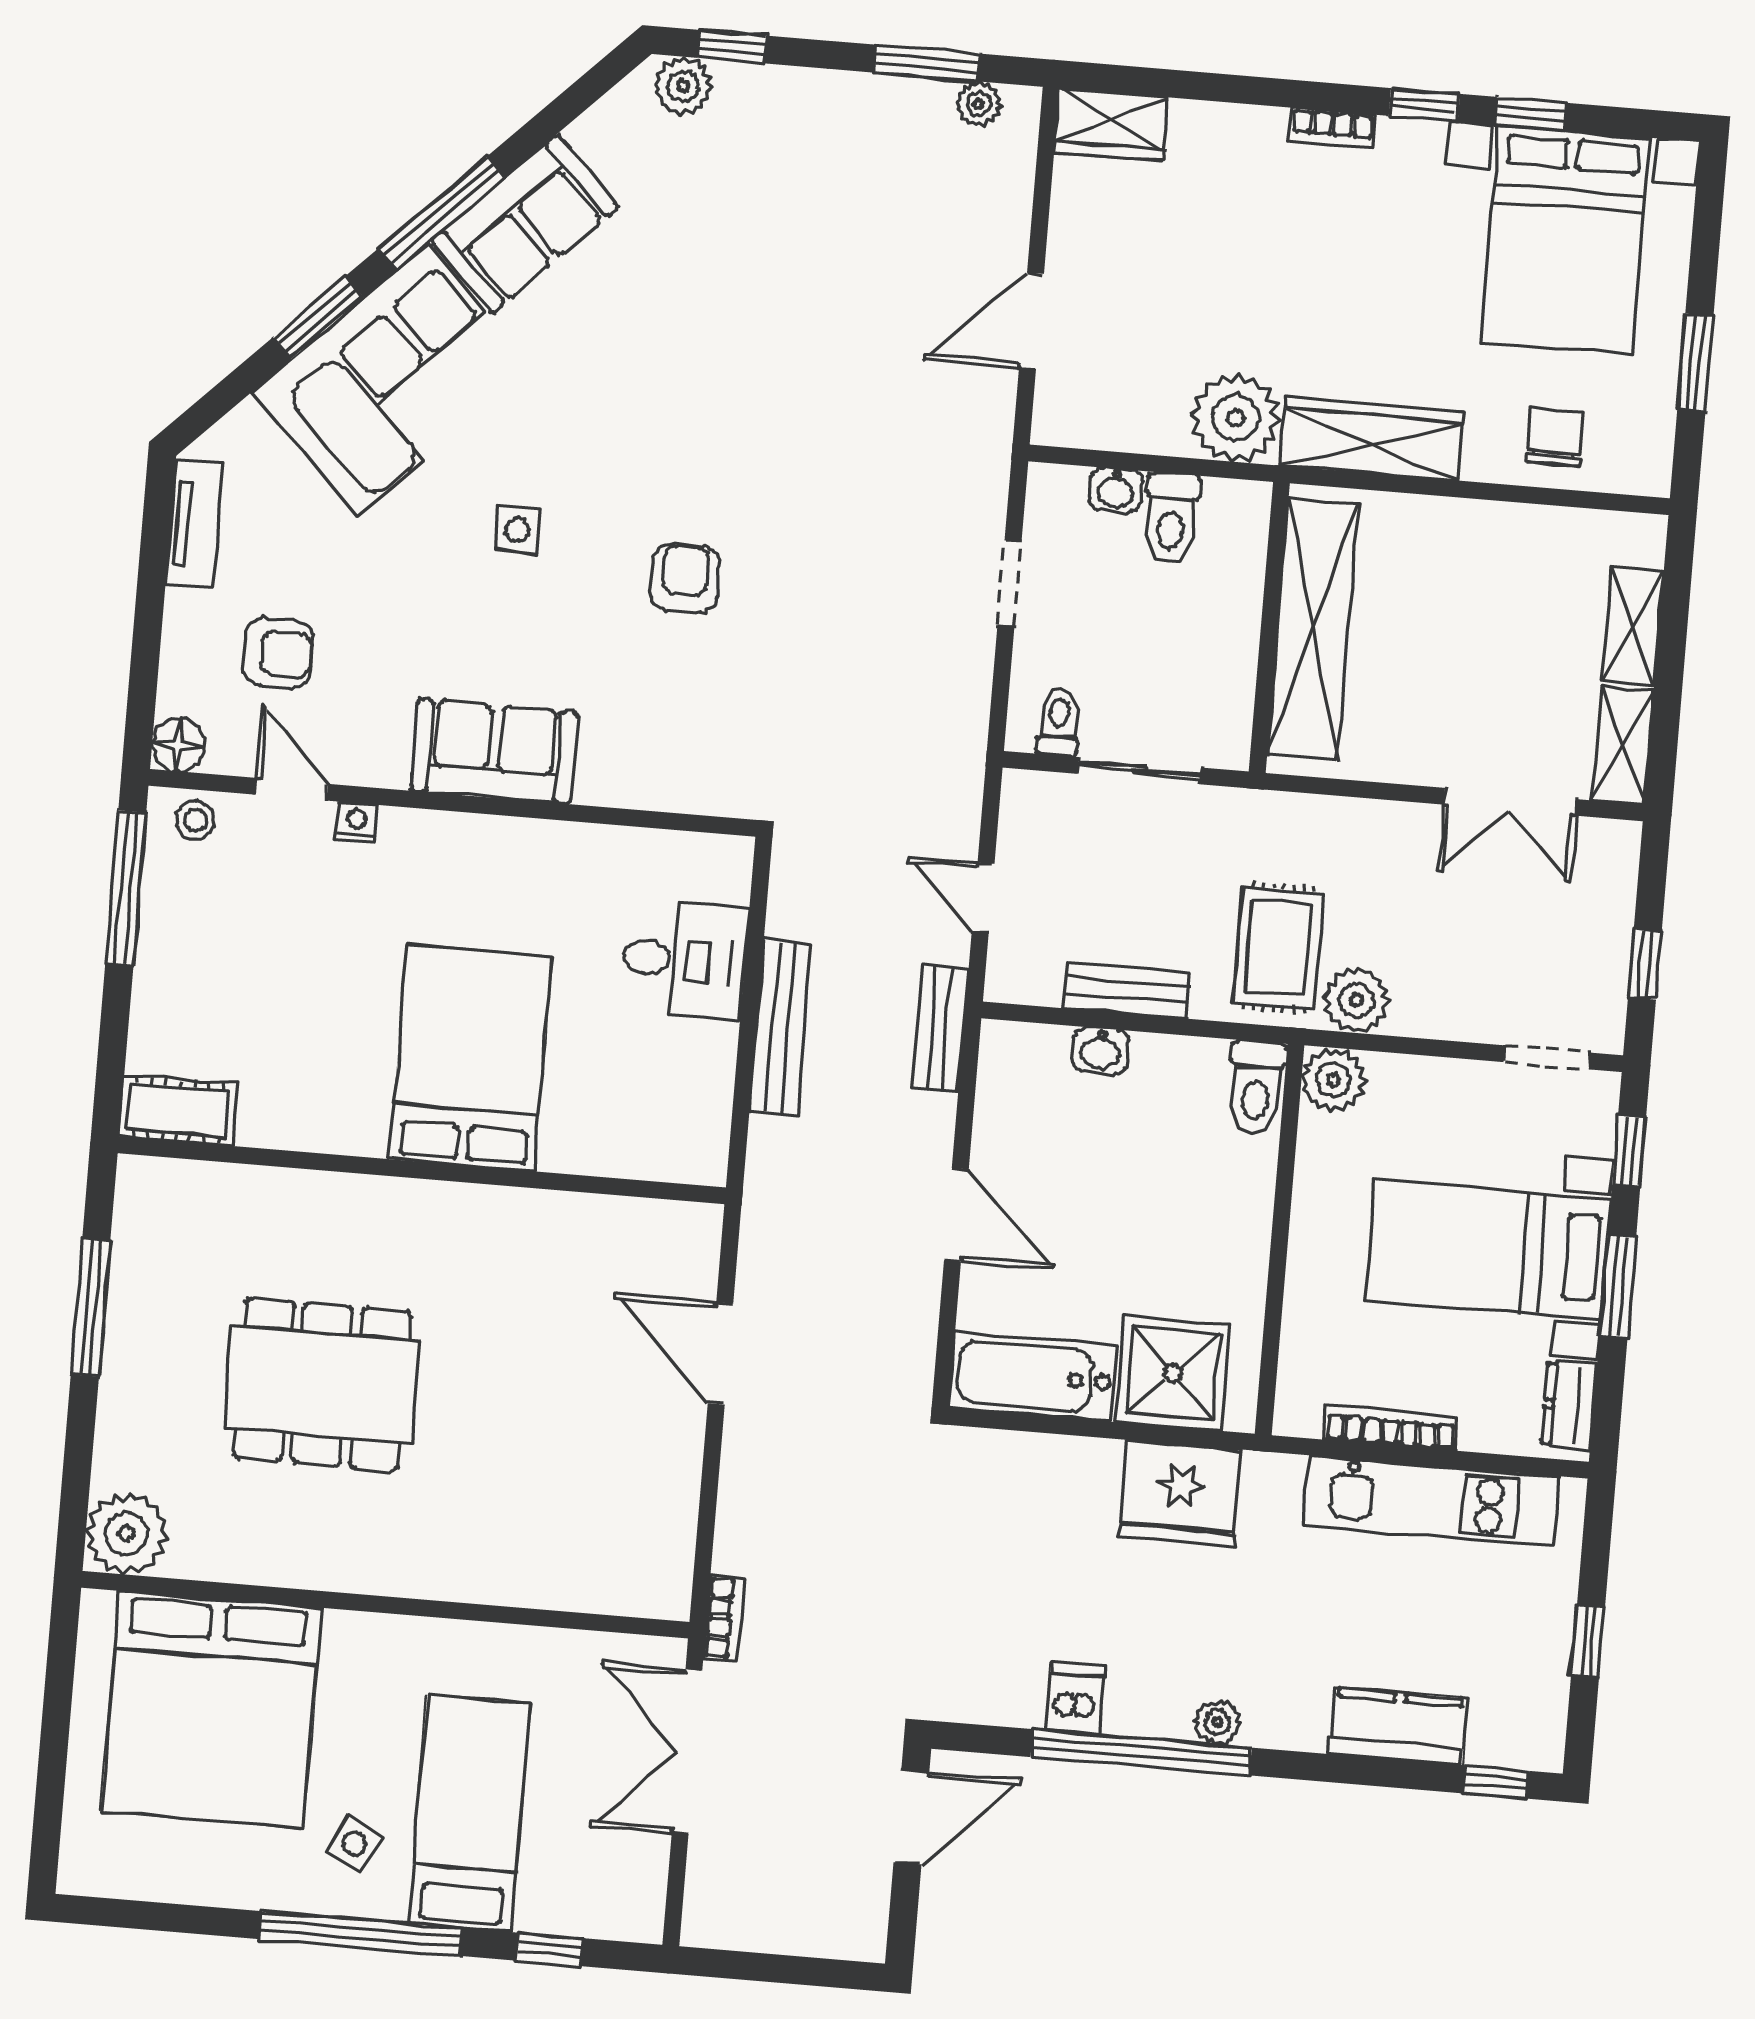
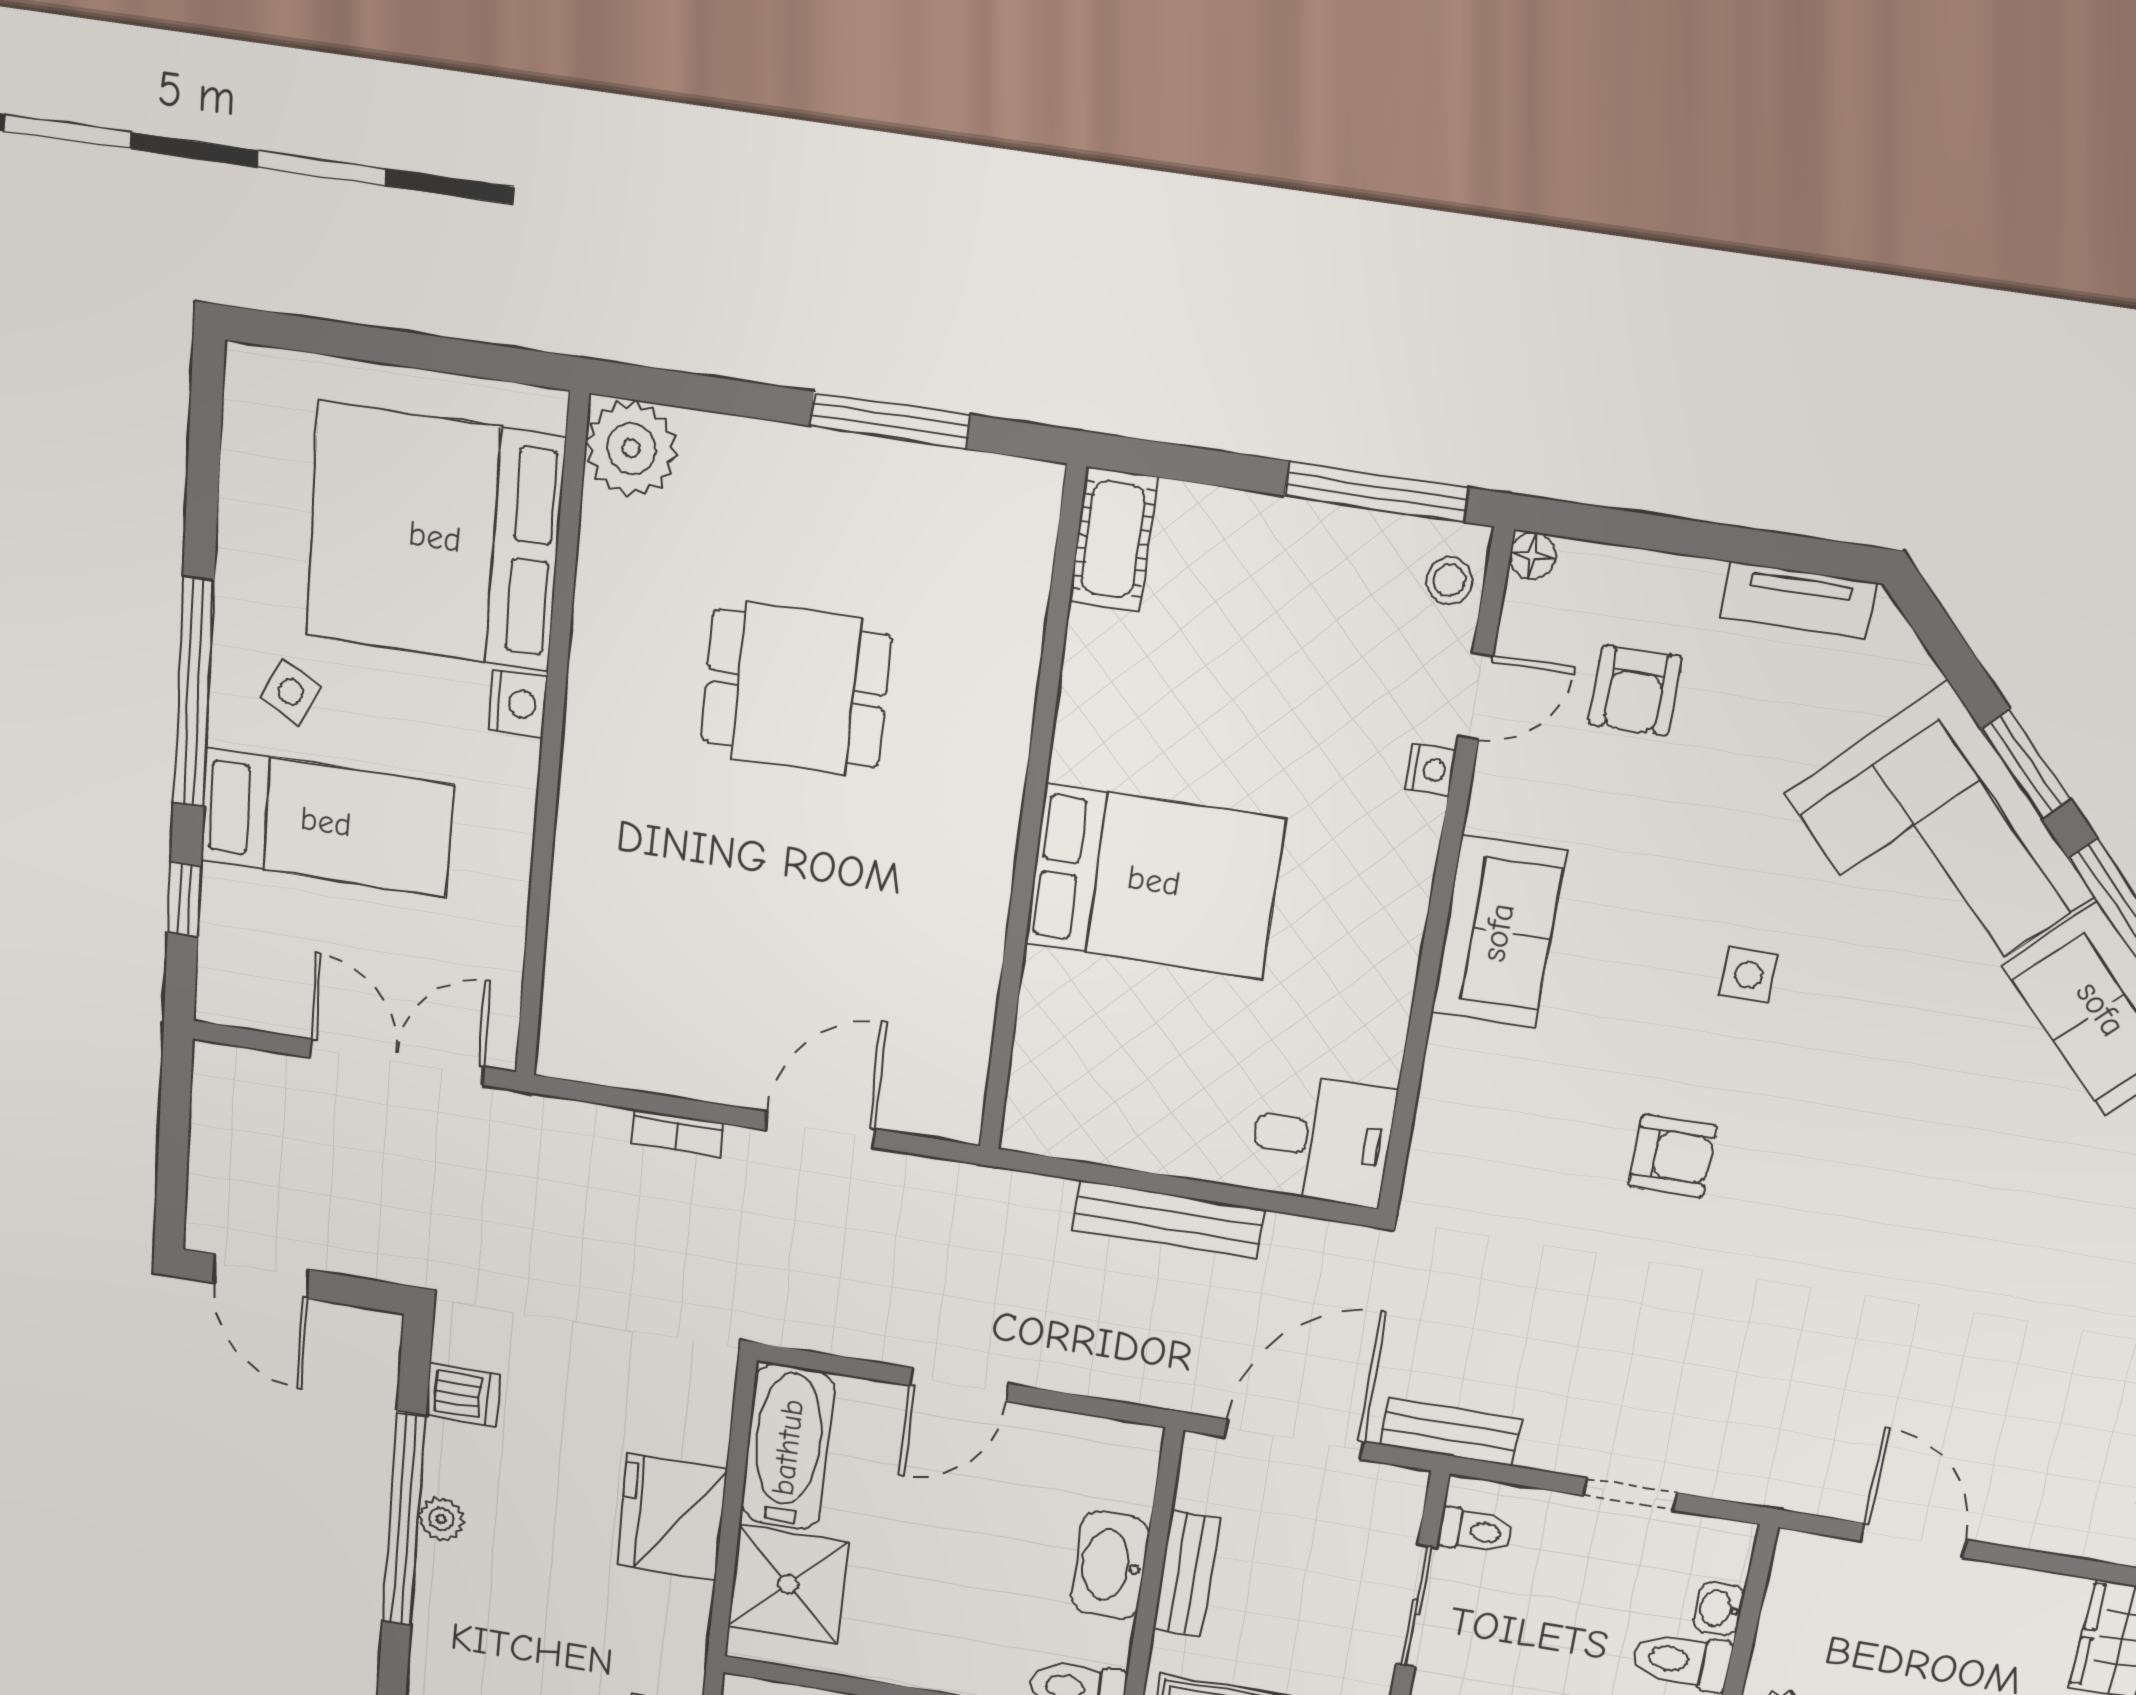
floor lamp: (178, 745) -> (1533, 556), width x0.73, depth x0.73
door: (983, 897) -> (1294, 1439), width x1.88
desk: (684, 960) -> (1322, 1140), moved, turned -90
bench: (940, 1028) -> (1450, 1432), moved
washbasin: (1101, 1051) -> (1110, 1565), width x1.91, depth x1.45
dining table: (322, 1384) -> (796, 688), width x0.73
fridge: (1180, 1493) -> (672, 1517), moved
bookcase: (723, 1618) -> (677, 1133), moved
nightstand: (351, 1635) -> (518, 703), added
dishwasher: (1075, 1698) -> (463, 1395), moved
plant: (1218, 1722) -> (441, 1519), moved
door: (911, 1817) -> (261, 1276), moved

